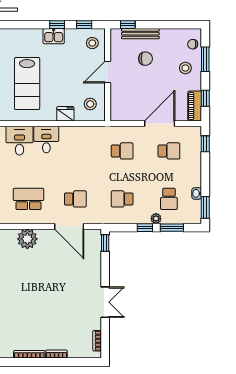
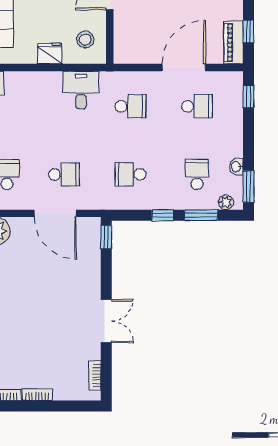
desk: (46, 139) -> (81, 90), moved
school desk: (169, 199) -> (197, 174), turned 180
plant: (156, 219) -> (226, 202), moved

